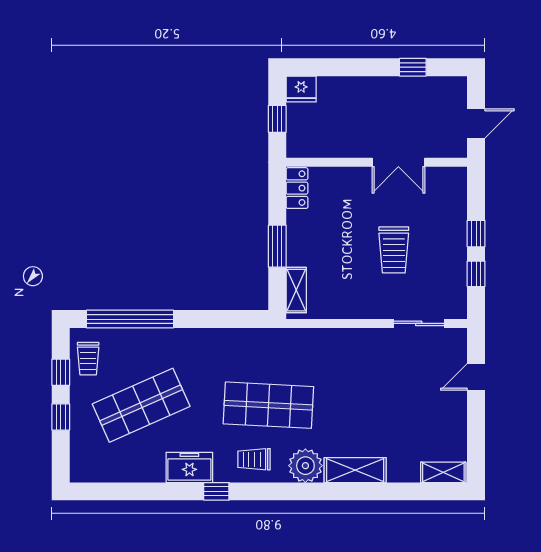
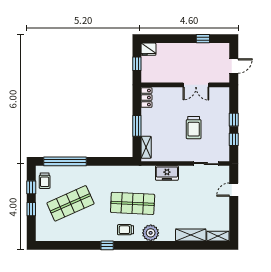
freezer: (189, 467) -> (167, 173), moved, turned 180
shelving: (355, 470) -> (191, 235), moved

